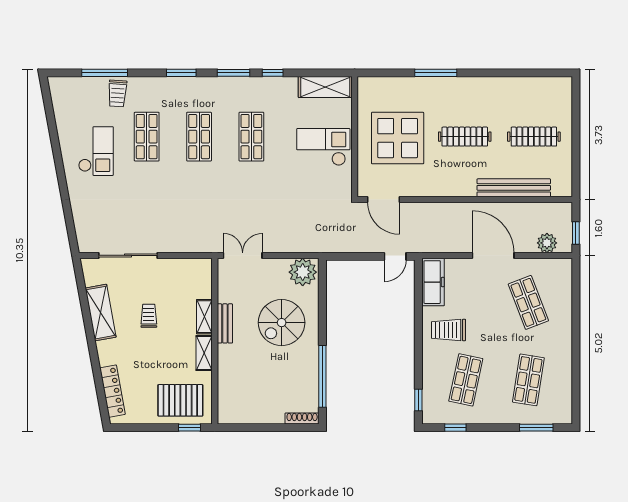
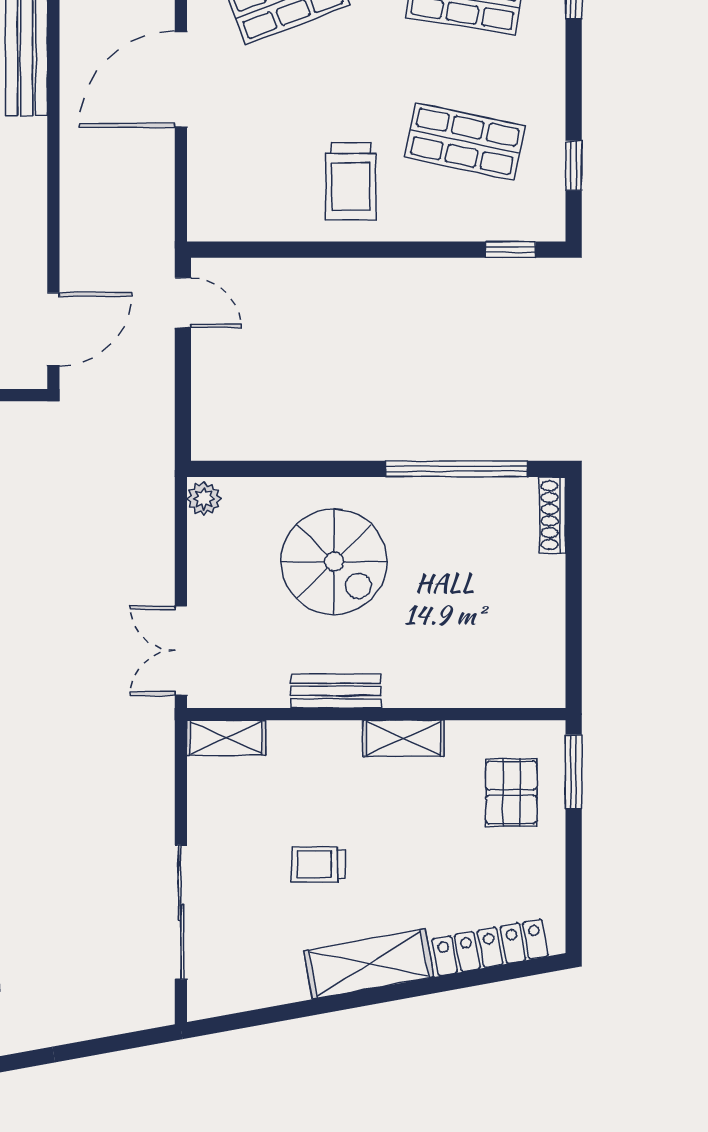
plant: (303, 272) -> (204, 499), width x0.53, depth x0.53
freezer: (433, 282) -> (241, 216), removed
shelving: (101, 313) -> (369, 964), moved
shelving: (204, 317) -> (226, 738), moved
pallet: (180, 400) -> (511, 793), width x0.67, depth x0.71
window: (190, 428) -> (574, 772), width x1.50

